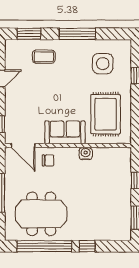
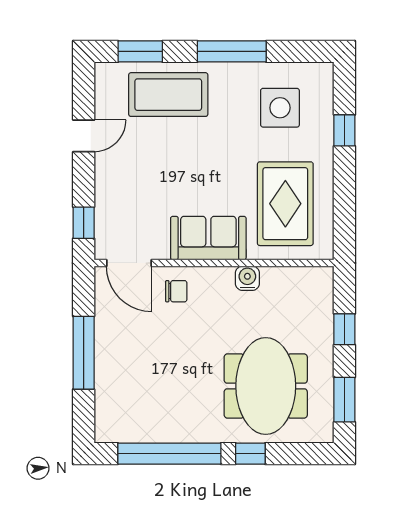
coffee table: (44, 57) -> (168, 95), width x1.86, depth x1.72
meeting table: (41, 214) -> (266, 386), moved, turned 90

